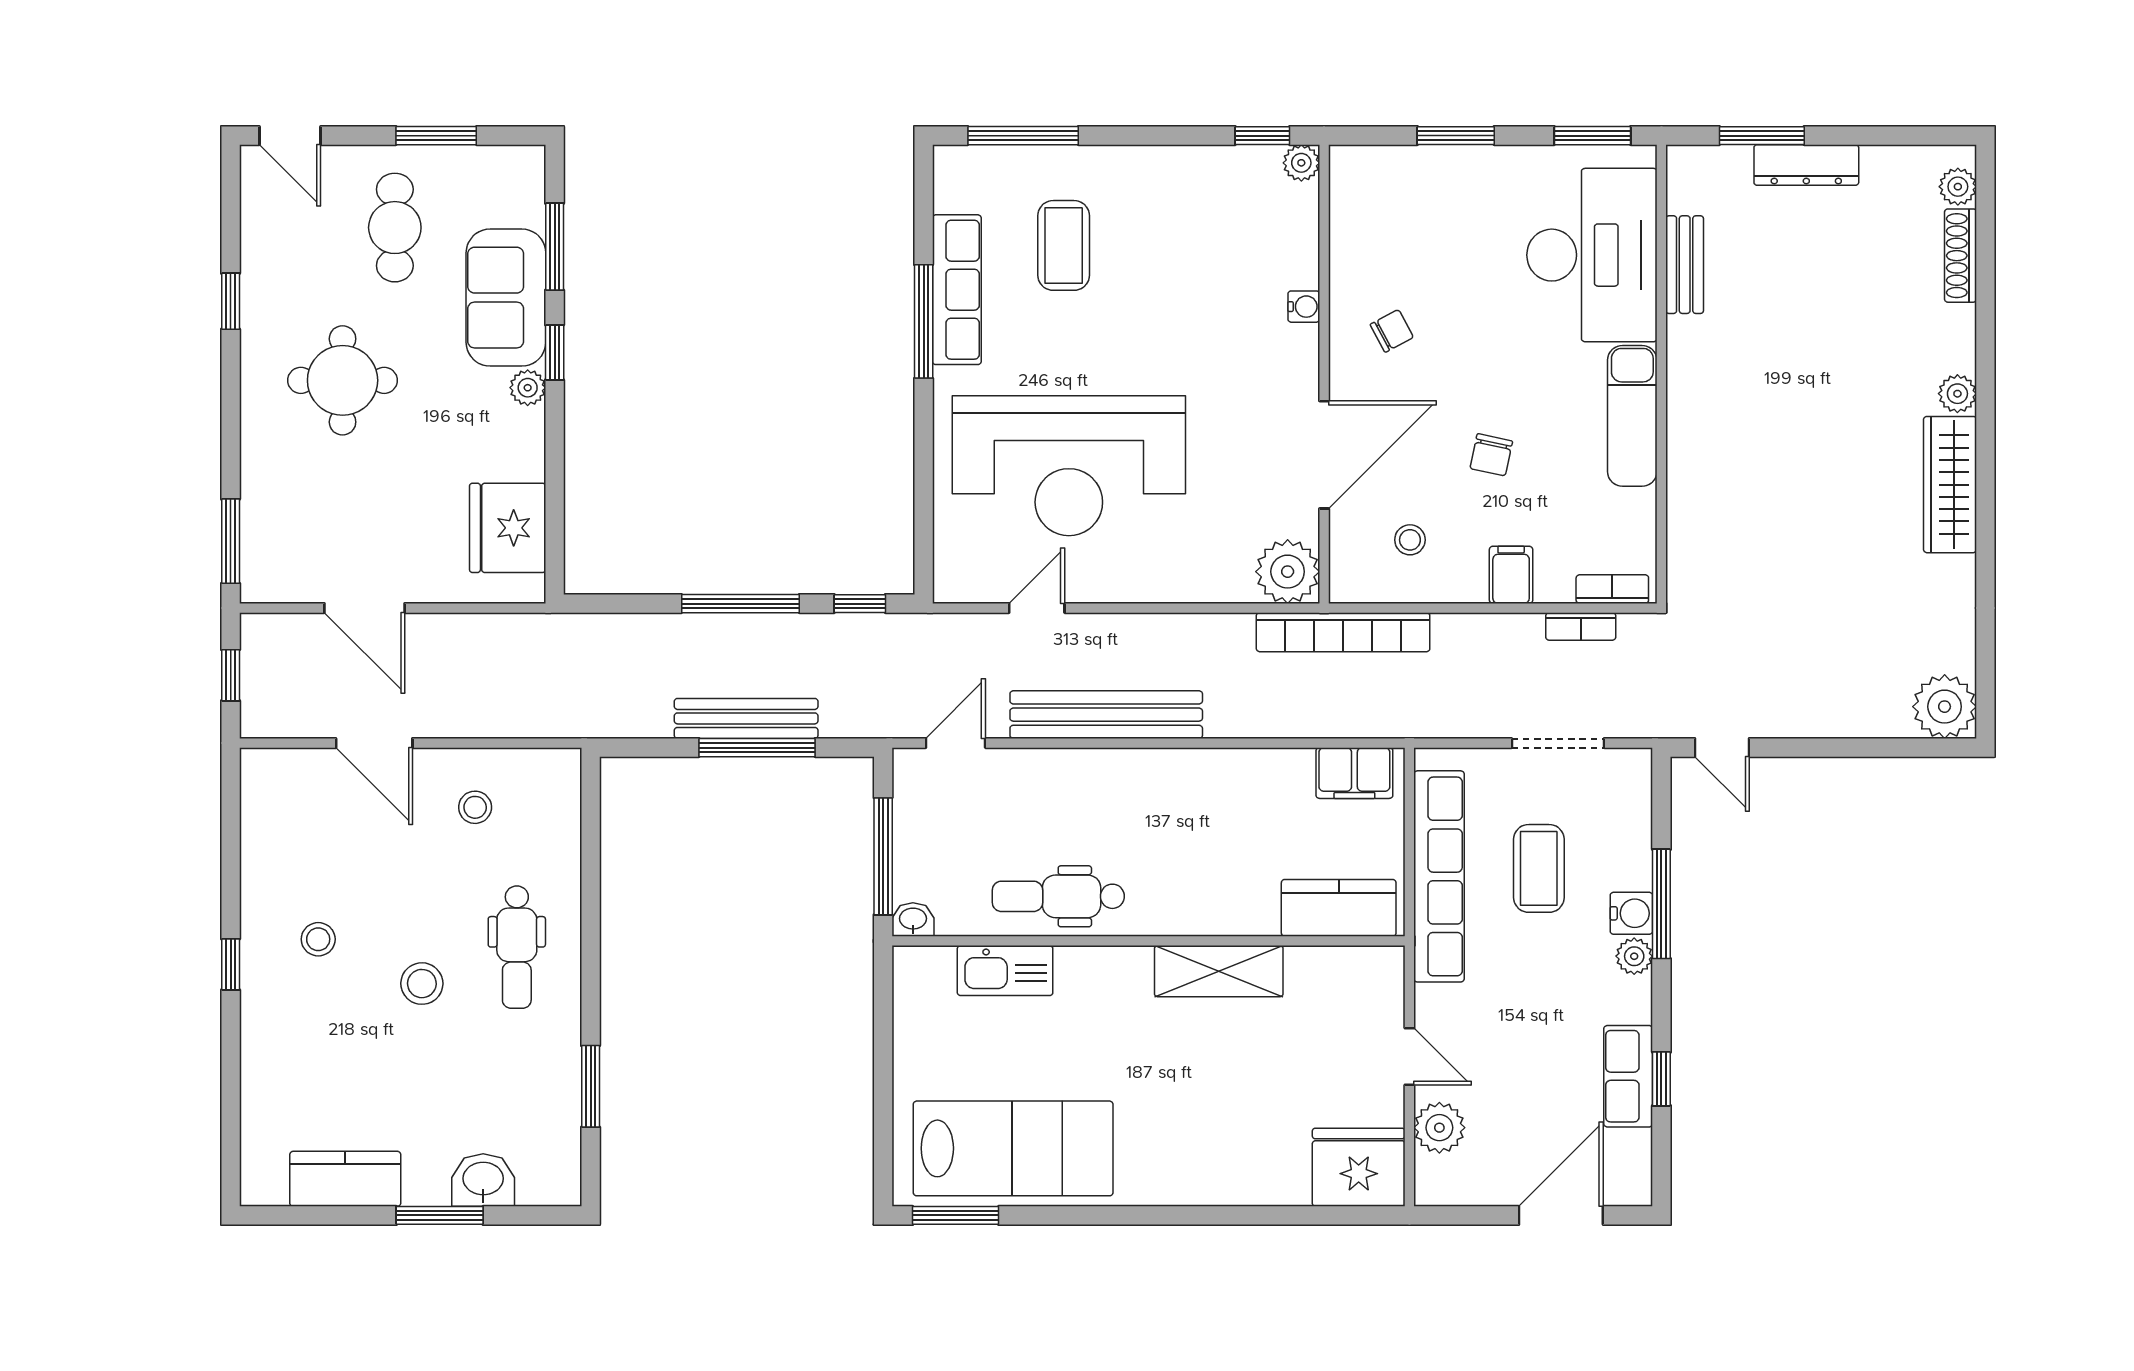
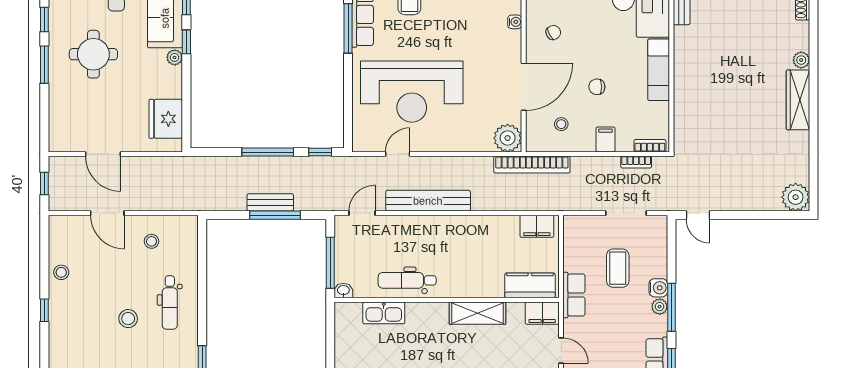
chair: (1491, 455) -> (597, 87), turned 78
window: (231, 541) -> (44, 65), moved
bench: (746, 718) -> (270, 202), width x0.73
row of seats: (1439, 876) -> (574, 295), width x0.50
window: (1661, 904) -> (671, 307), moved
stool: (318, 939) -> (61, 272), moved
filing cabinet: (1366, 971) -> (542, 313), added

